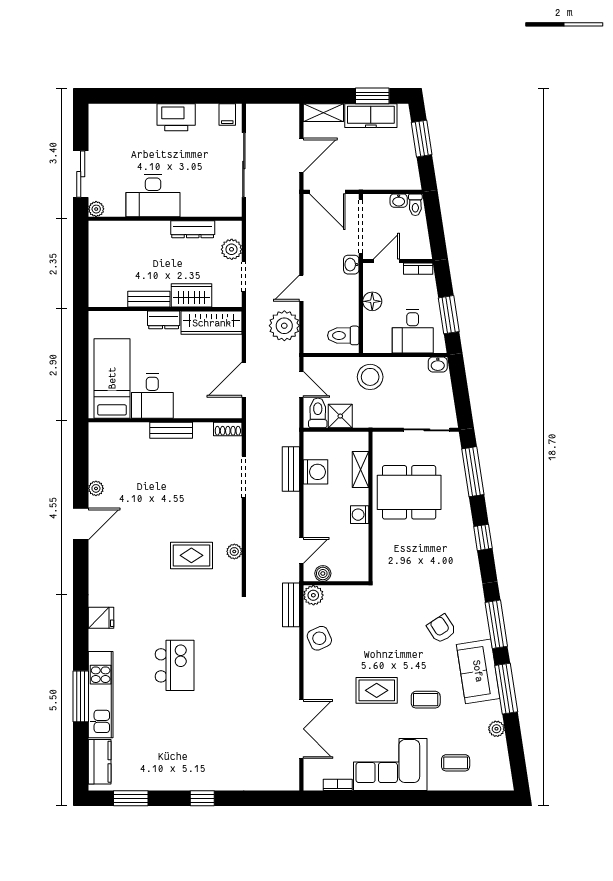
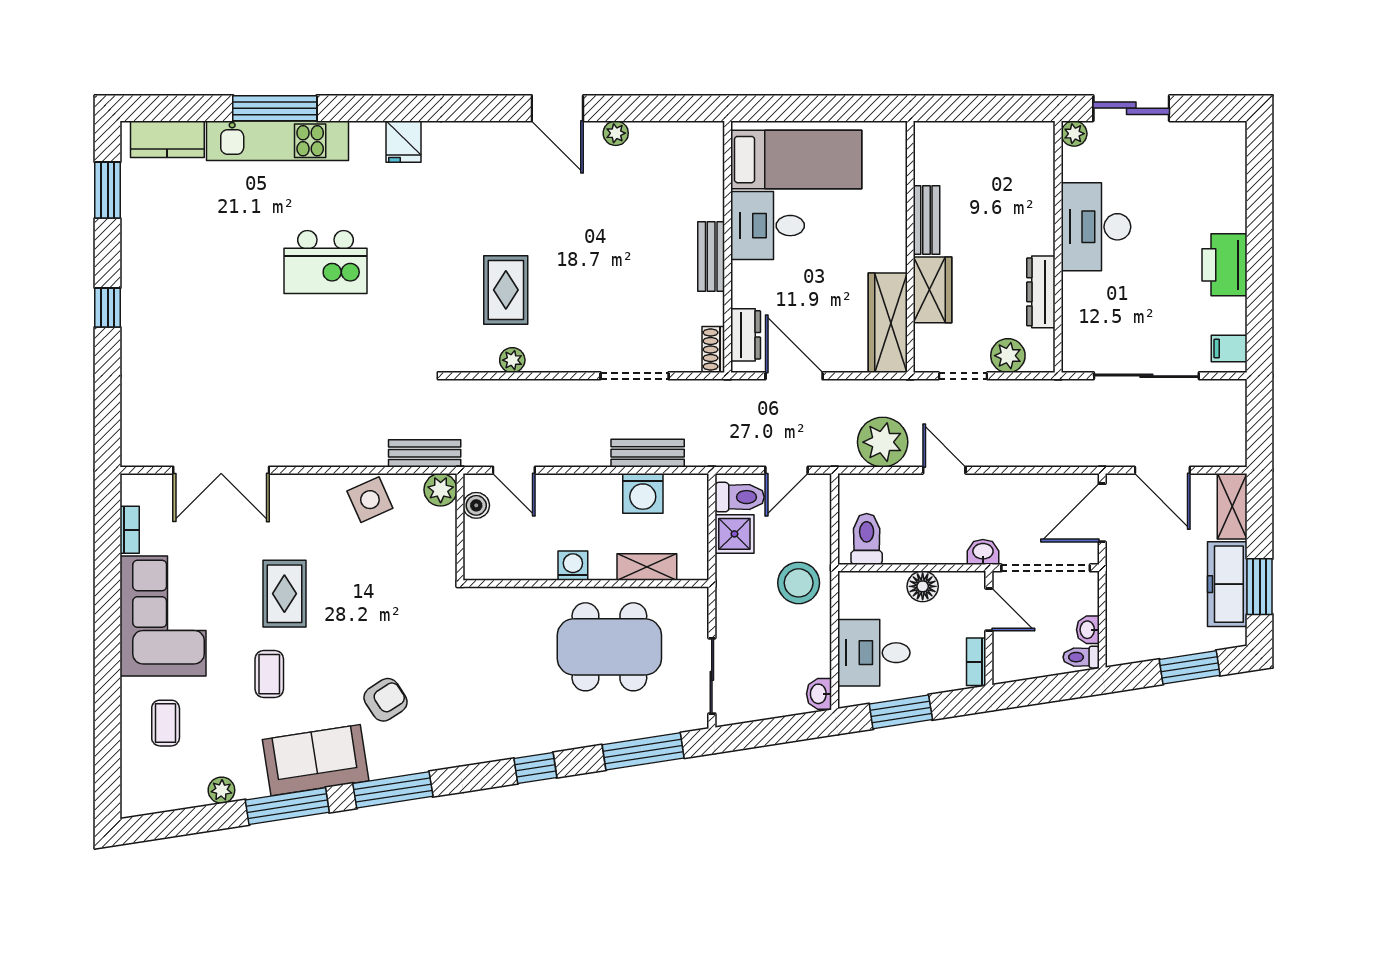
dresser: (164, 320) -> (746, 335), moved, turned 180
dining table: (409, 492) -> (609, 647), turned 90

